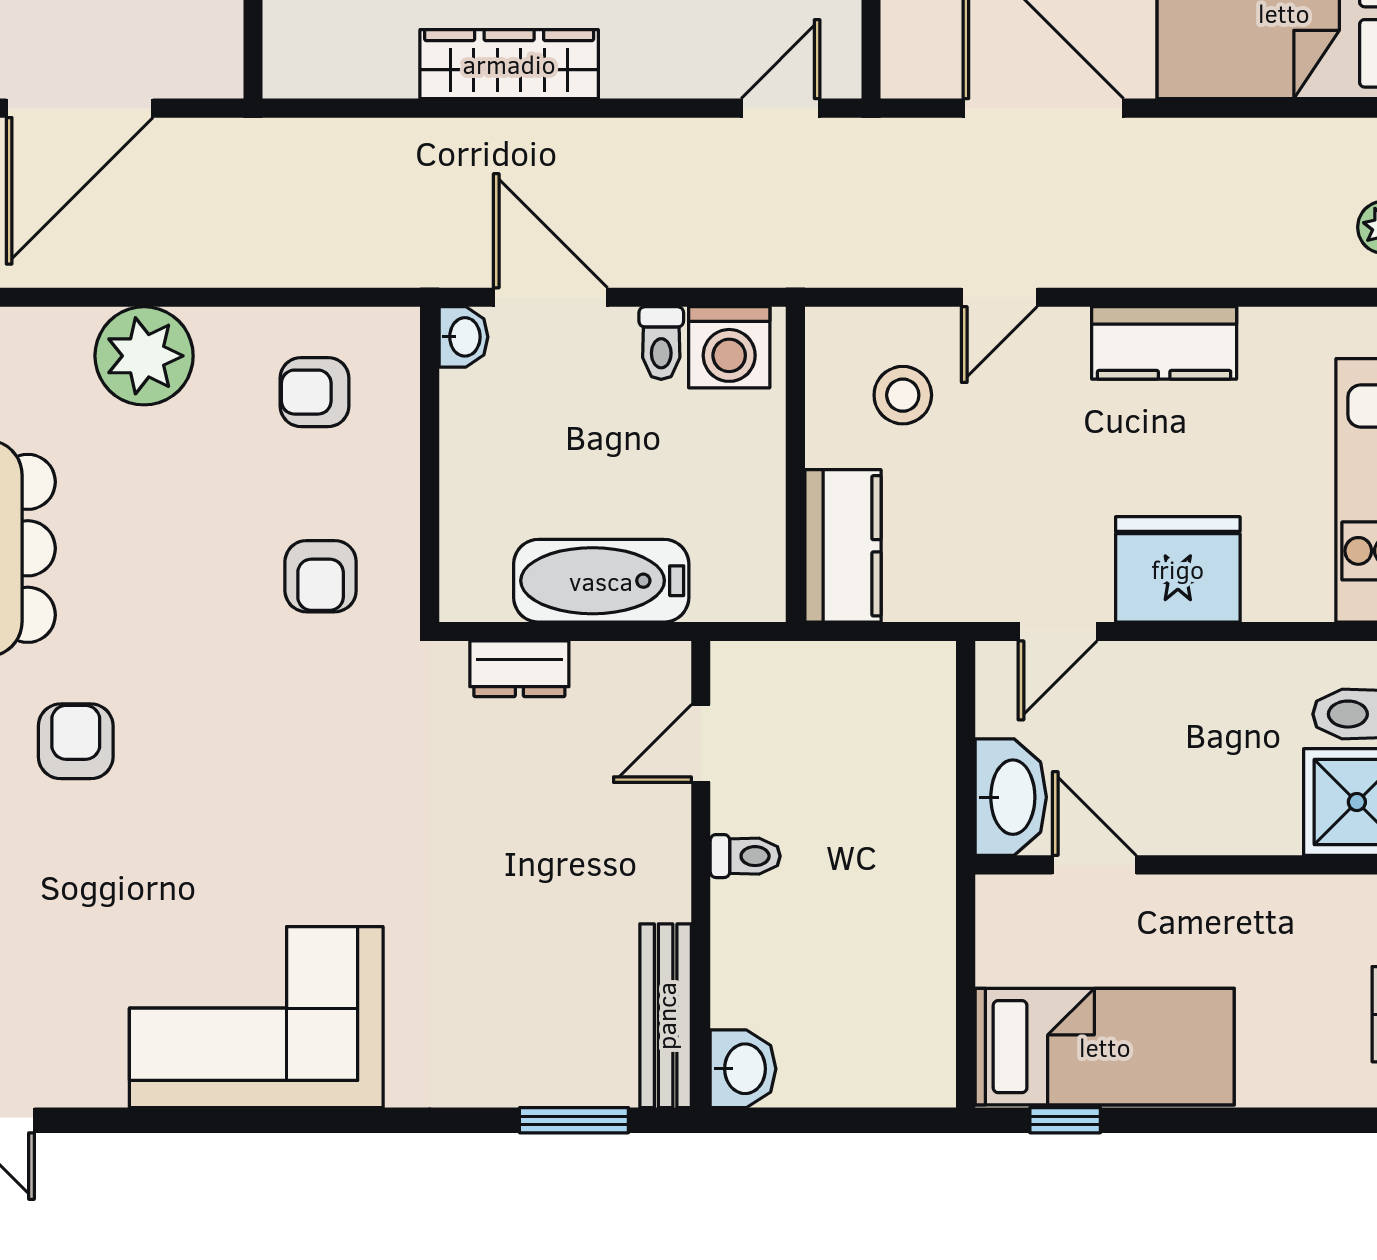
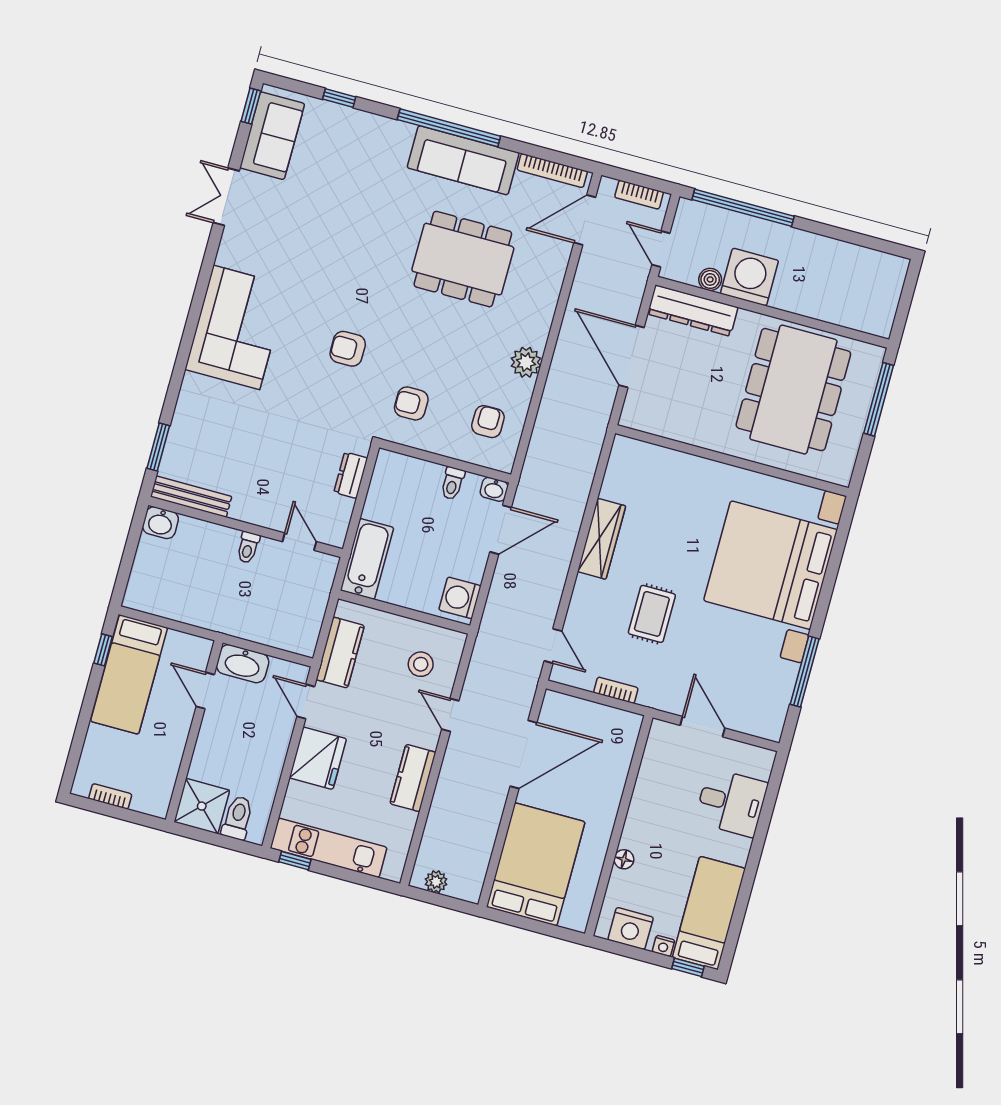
toilet: (661, 343) -> (452, 483), moved, turned -90
plant: (144, 356) -> (526, 362), width x0.73, depth x0.73
kitchen counter: (843, 546) -> (340, 653), moved, turned -90
bathtub: (601, 581) -> (367, 559), moved
armchair: (76, 741) -> (348, 349), moved, turned 180
door: (1094, 865) -> (205, 691), swing flipped

